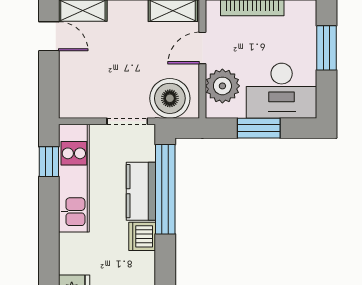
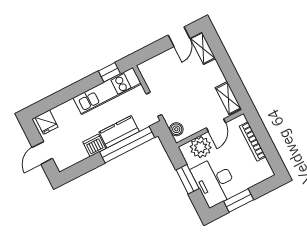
door: (202, 48) -> (216, 125), swing flipped
window: (326, 48) -> (239, 201), moved
boiler: (170, 98) -> (176, 129), width x0.54, depth x0.54

